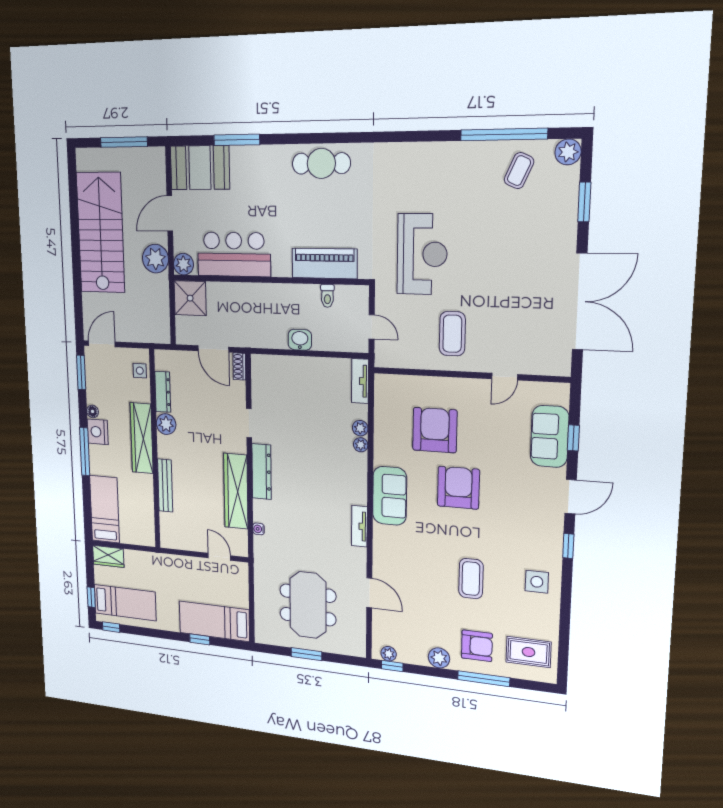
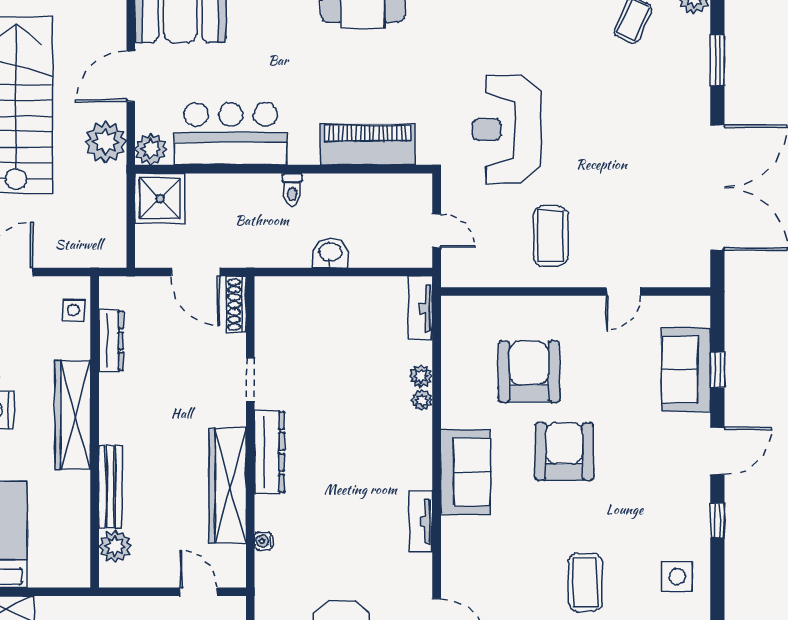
reception desk: (422, 254) -> (506, 129), turned 180
toilet: (327, 296) -> (292, 189), moved
shoe rack: (239, 366) -> (236, 305), width x1.43
plant: (166, 424) -> (115, 546), moved

